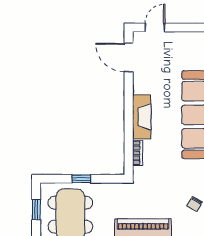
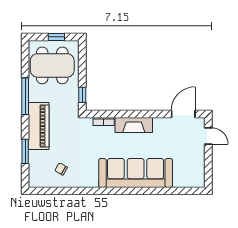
window: (81, 179) -> (82, 95), moved

